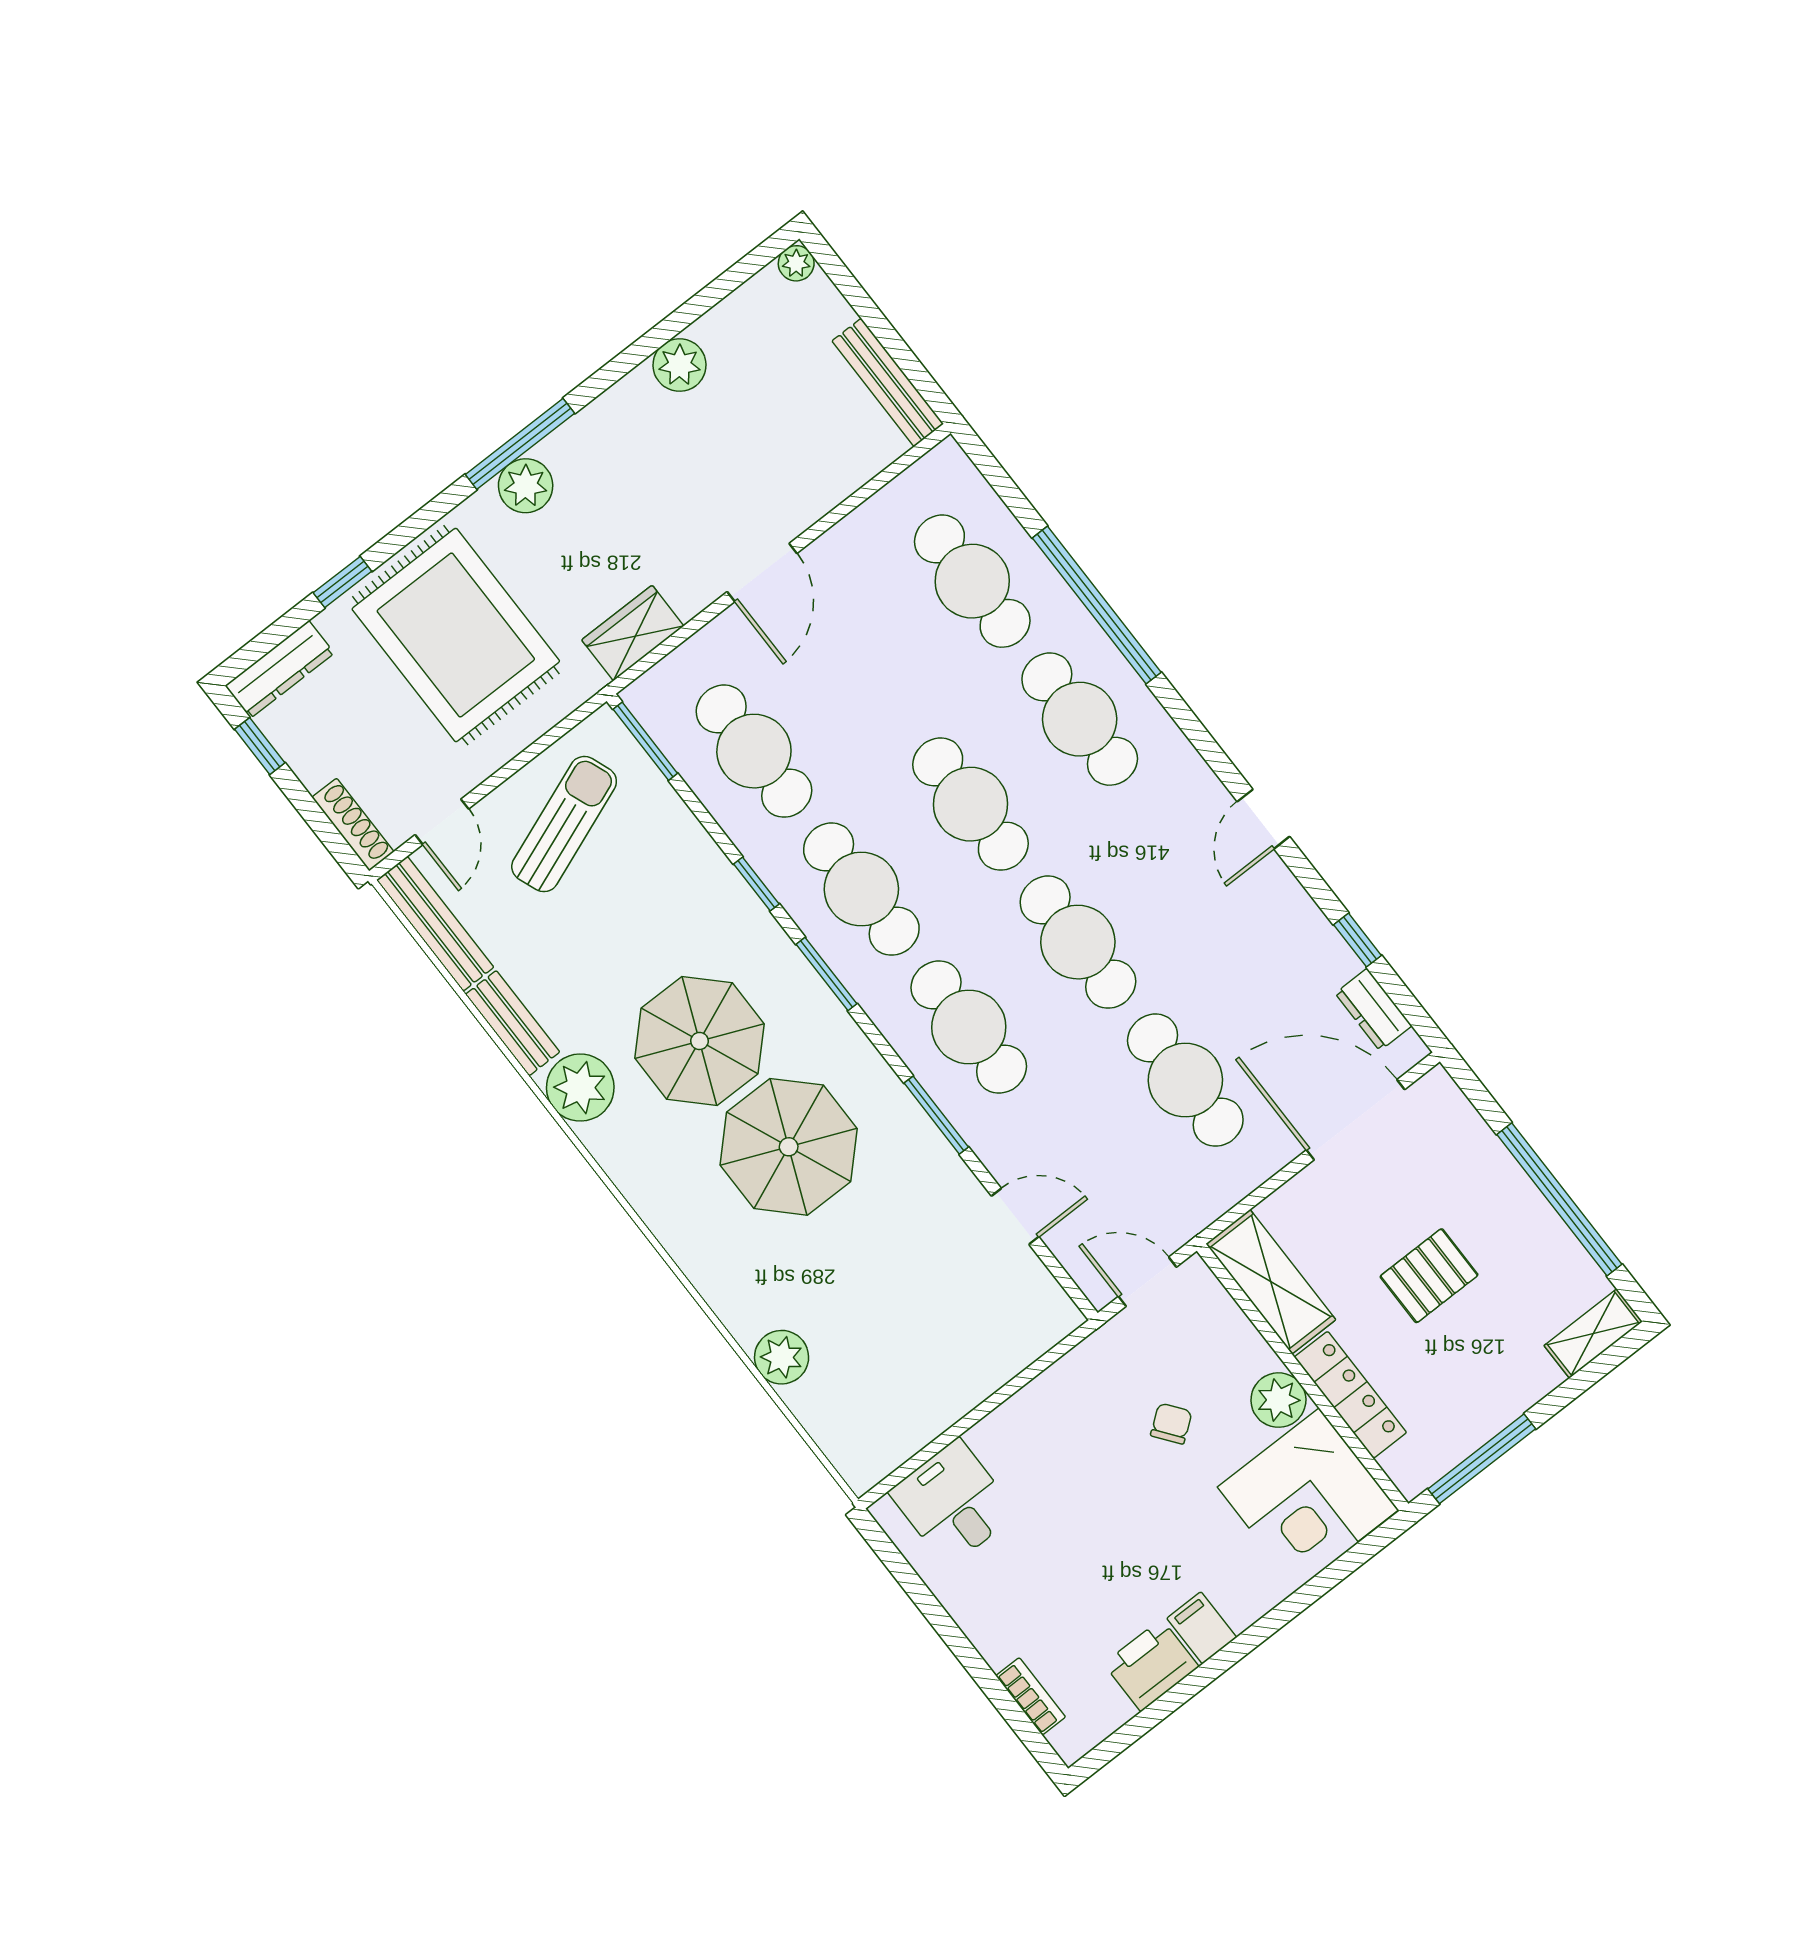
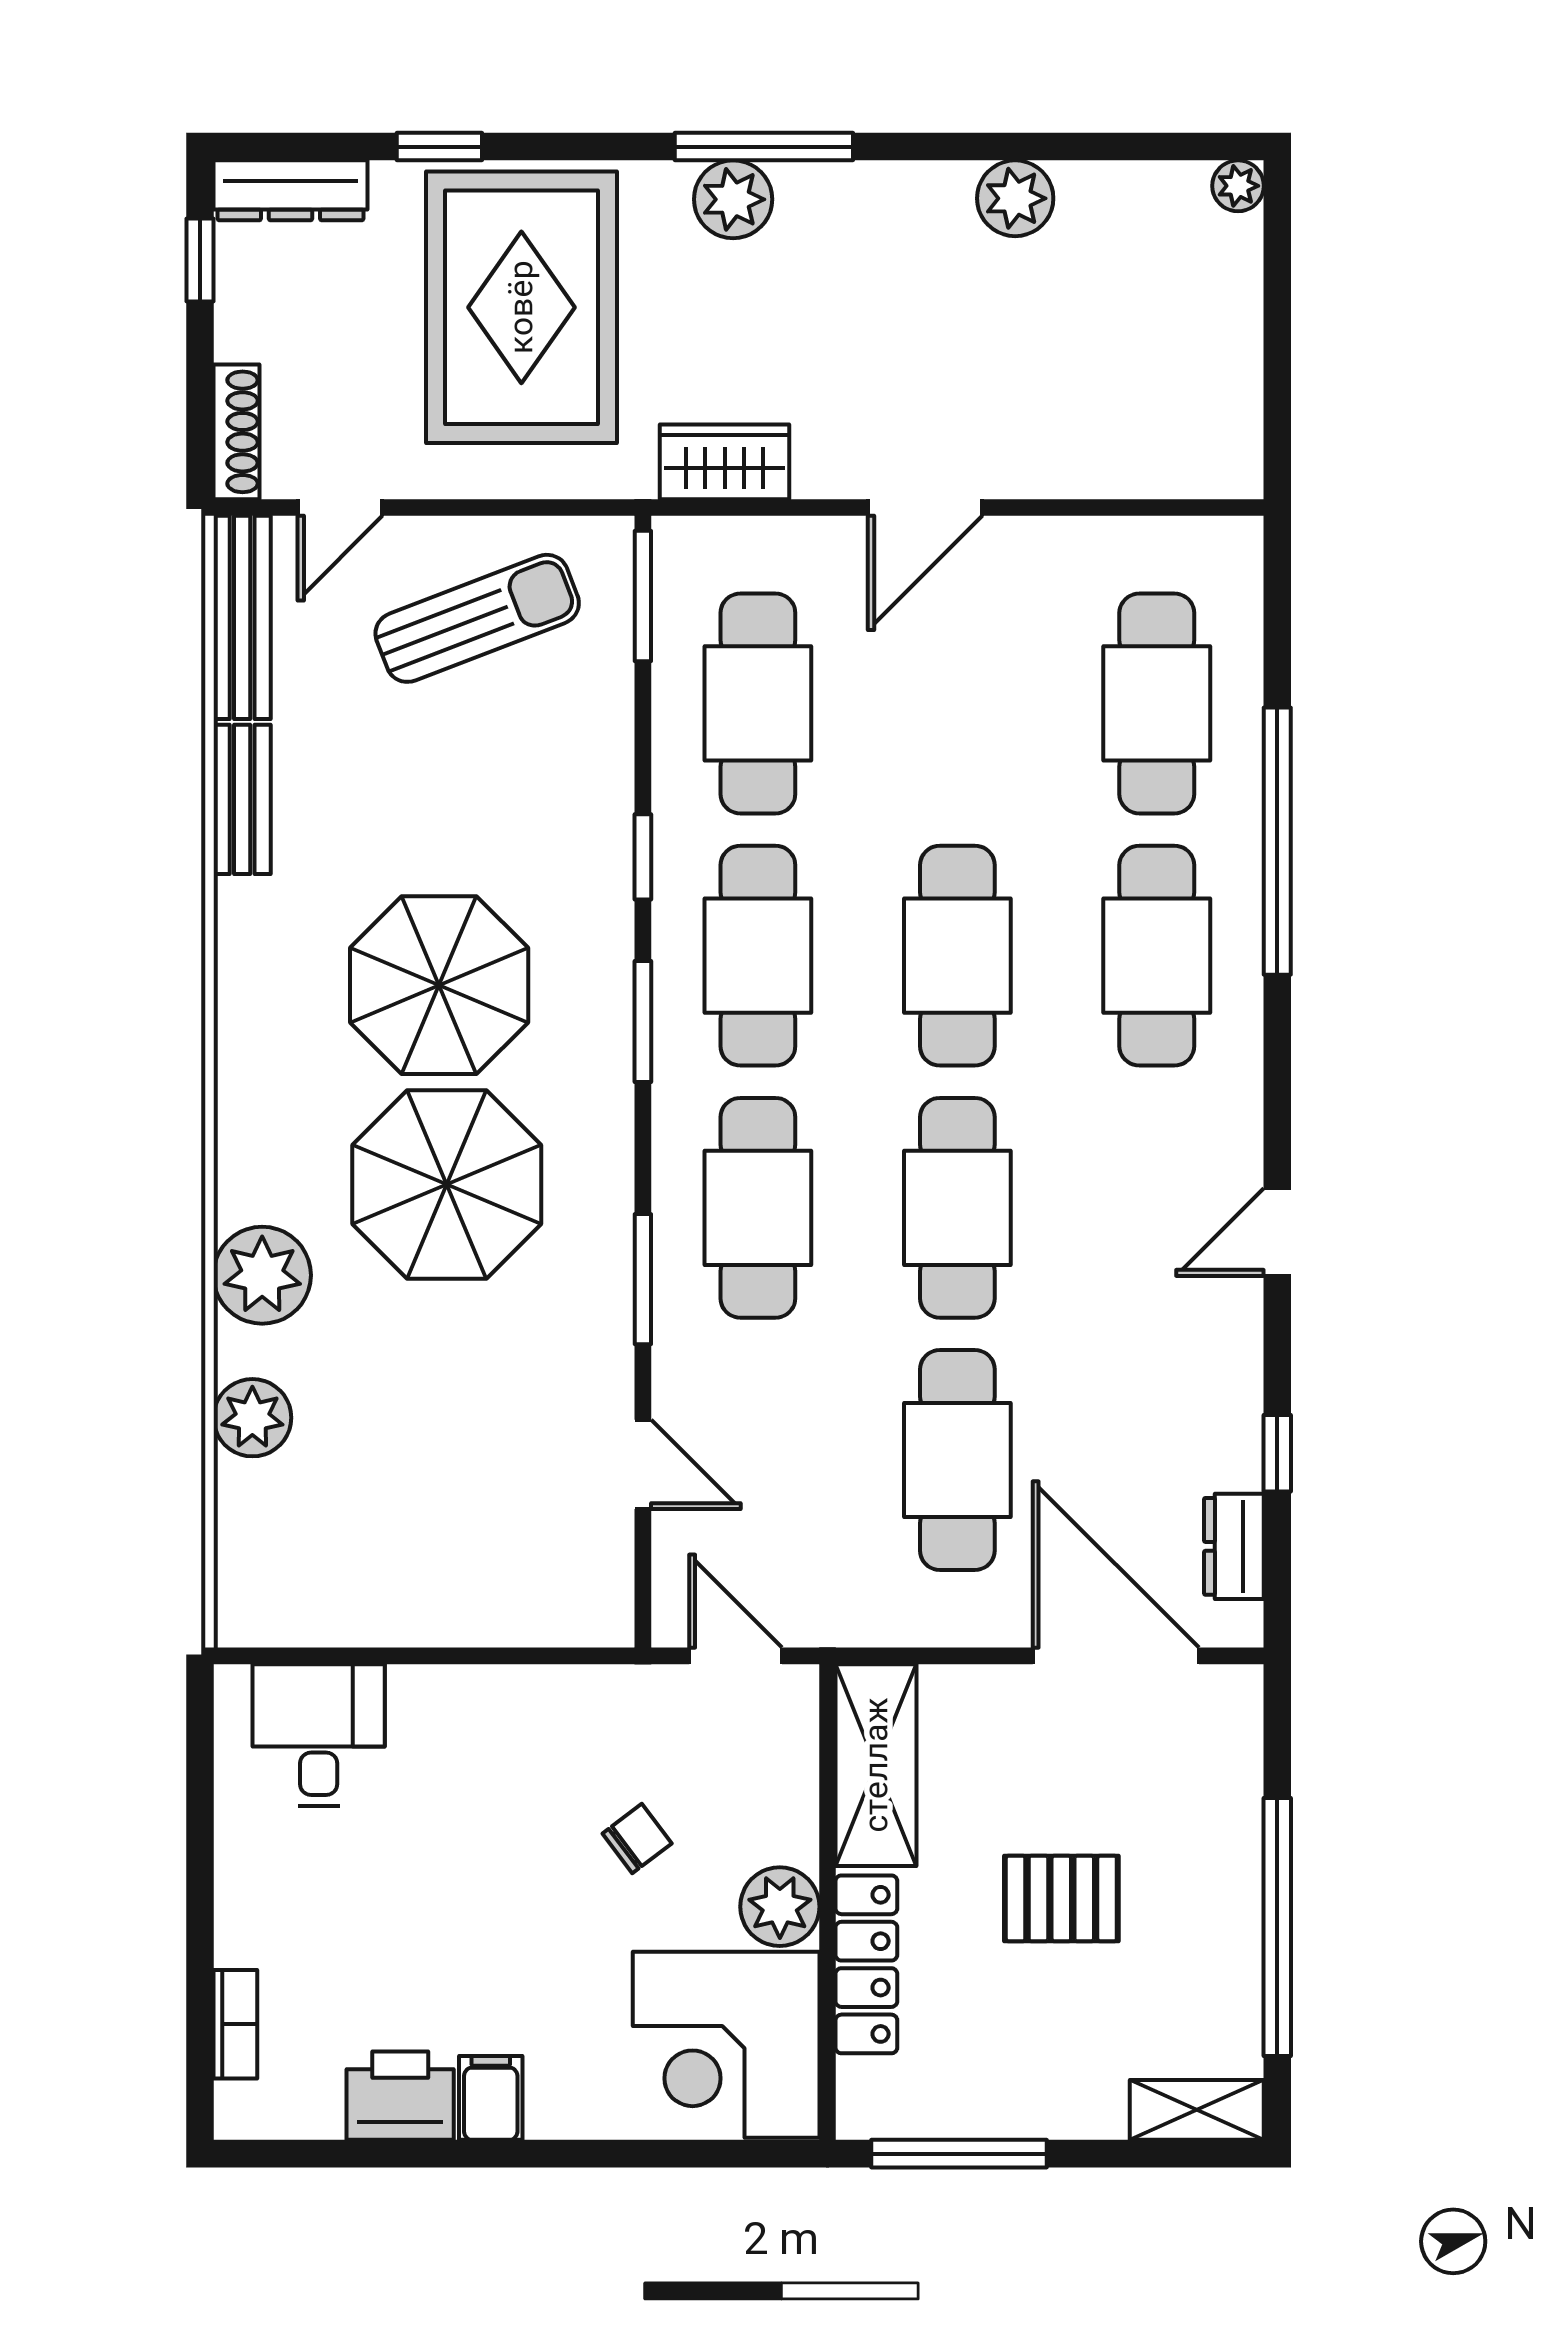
bench: (888, 383) -> (1237, 403), removed
plant: (580, 1088) -> (262, 1275), moved

